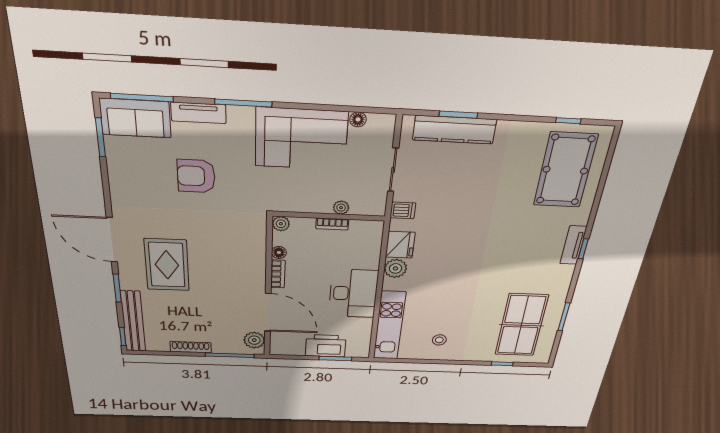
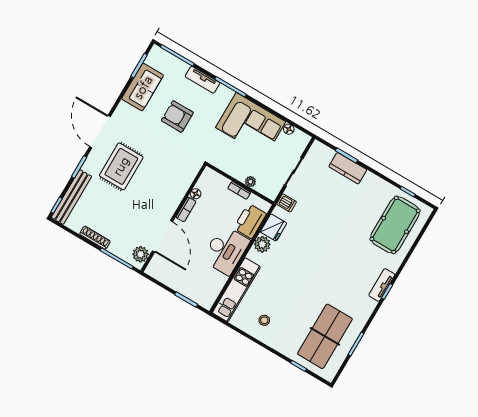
sofa: (135, 118) -> (143, 87), moved, turned -90
kitchen counter: (454, 130) -> (348, 168), width x0.67
plant: (281, 224) -> (208, 174), removed
printer: (326, 346) -> (250, 221), moved, turned -90

